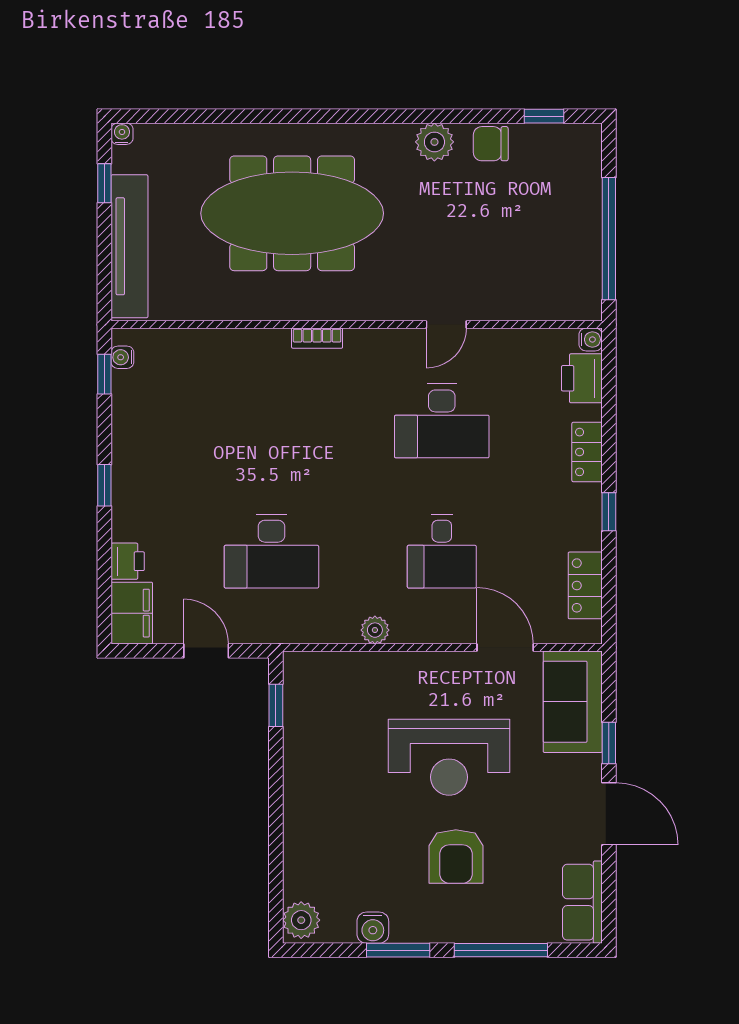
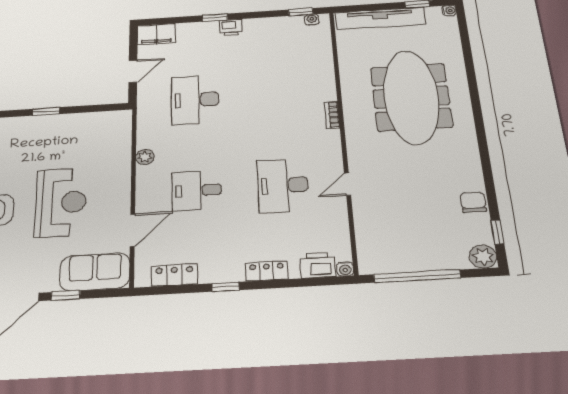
plant: (434, 142) -> (483, 257), moved
door: (446, 325) -> (347, 184), hinge flipped
window: (104, 485) -> (215, 18), moved
printer: (128, 561) -> (231, 27), moved
window: (276, 705) -> (46, 111), moved
reception desk: (449, 757) -> (61, 202), turned 180

